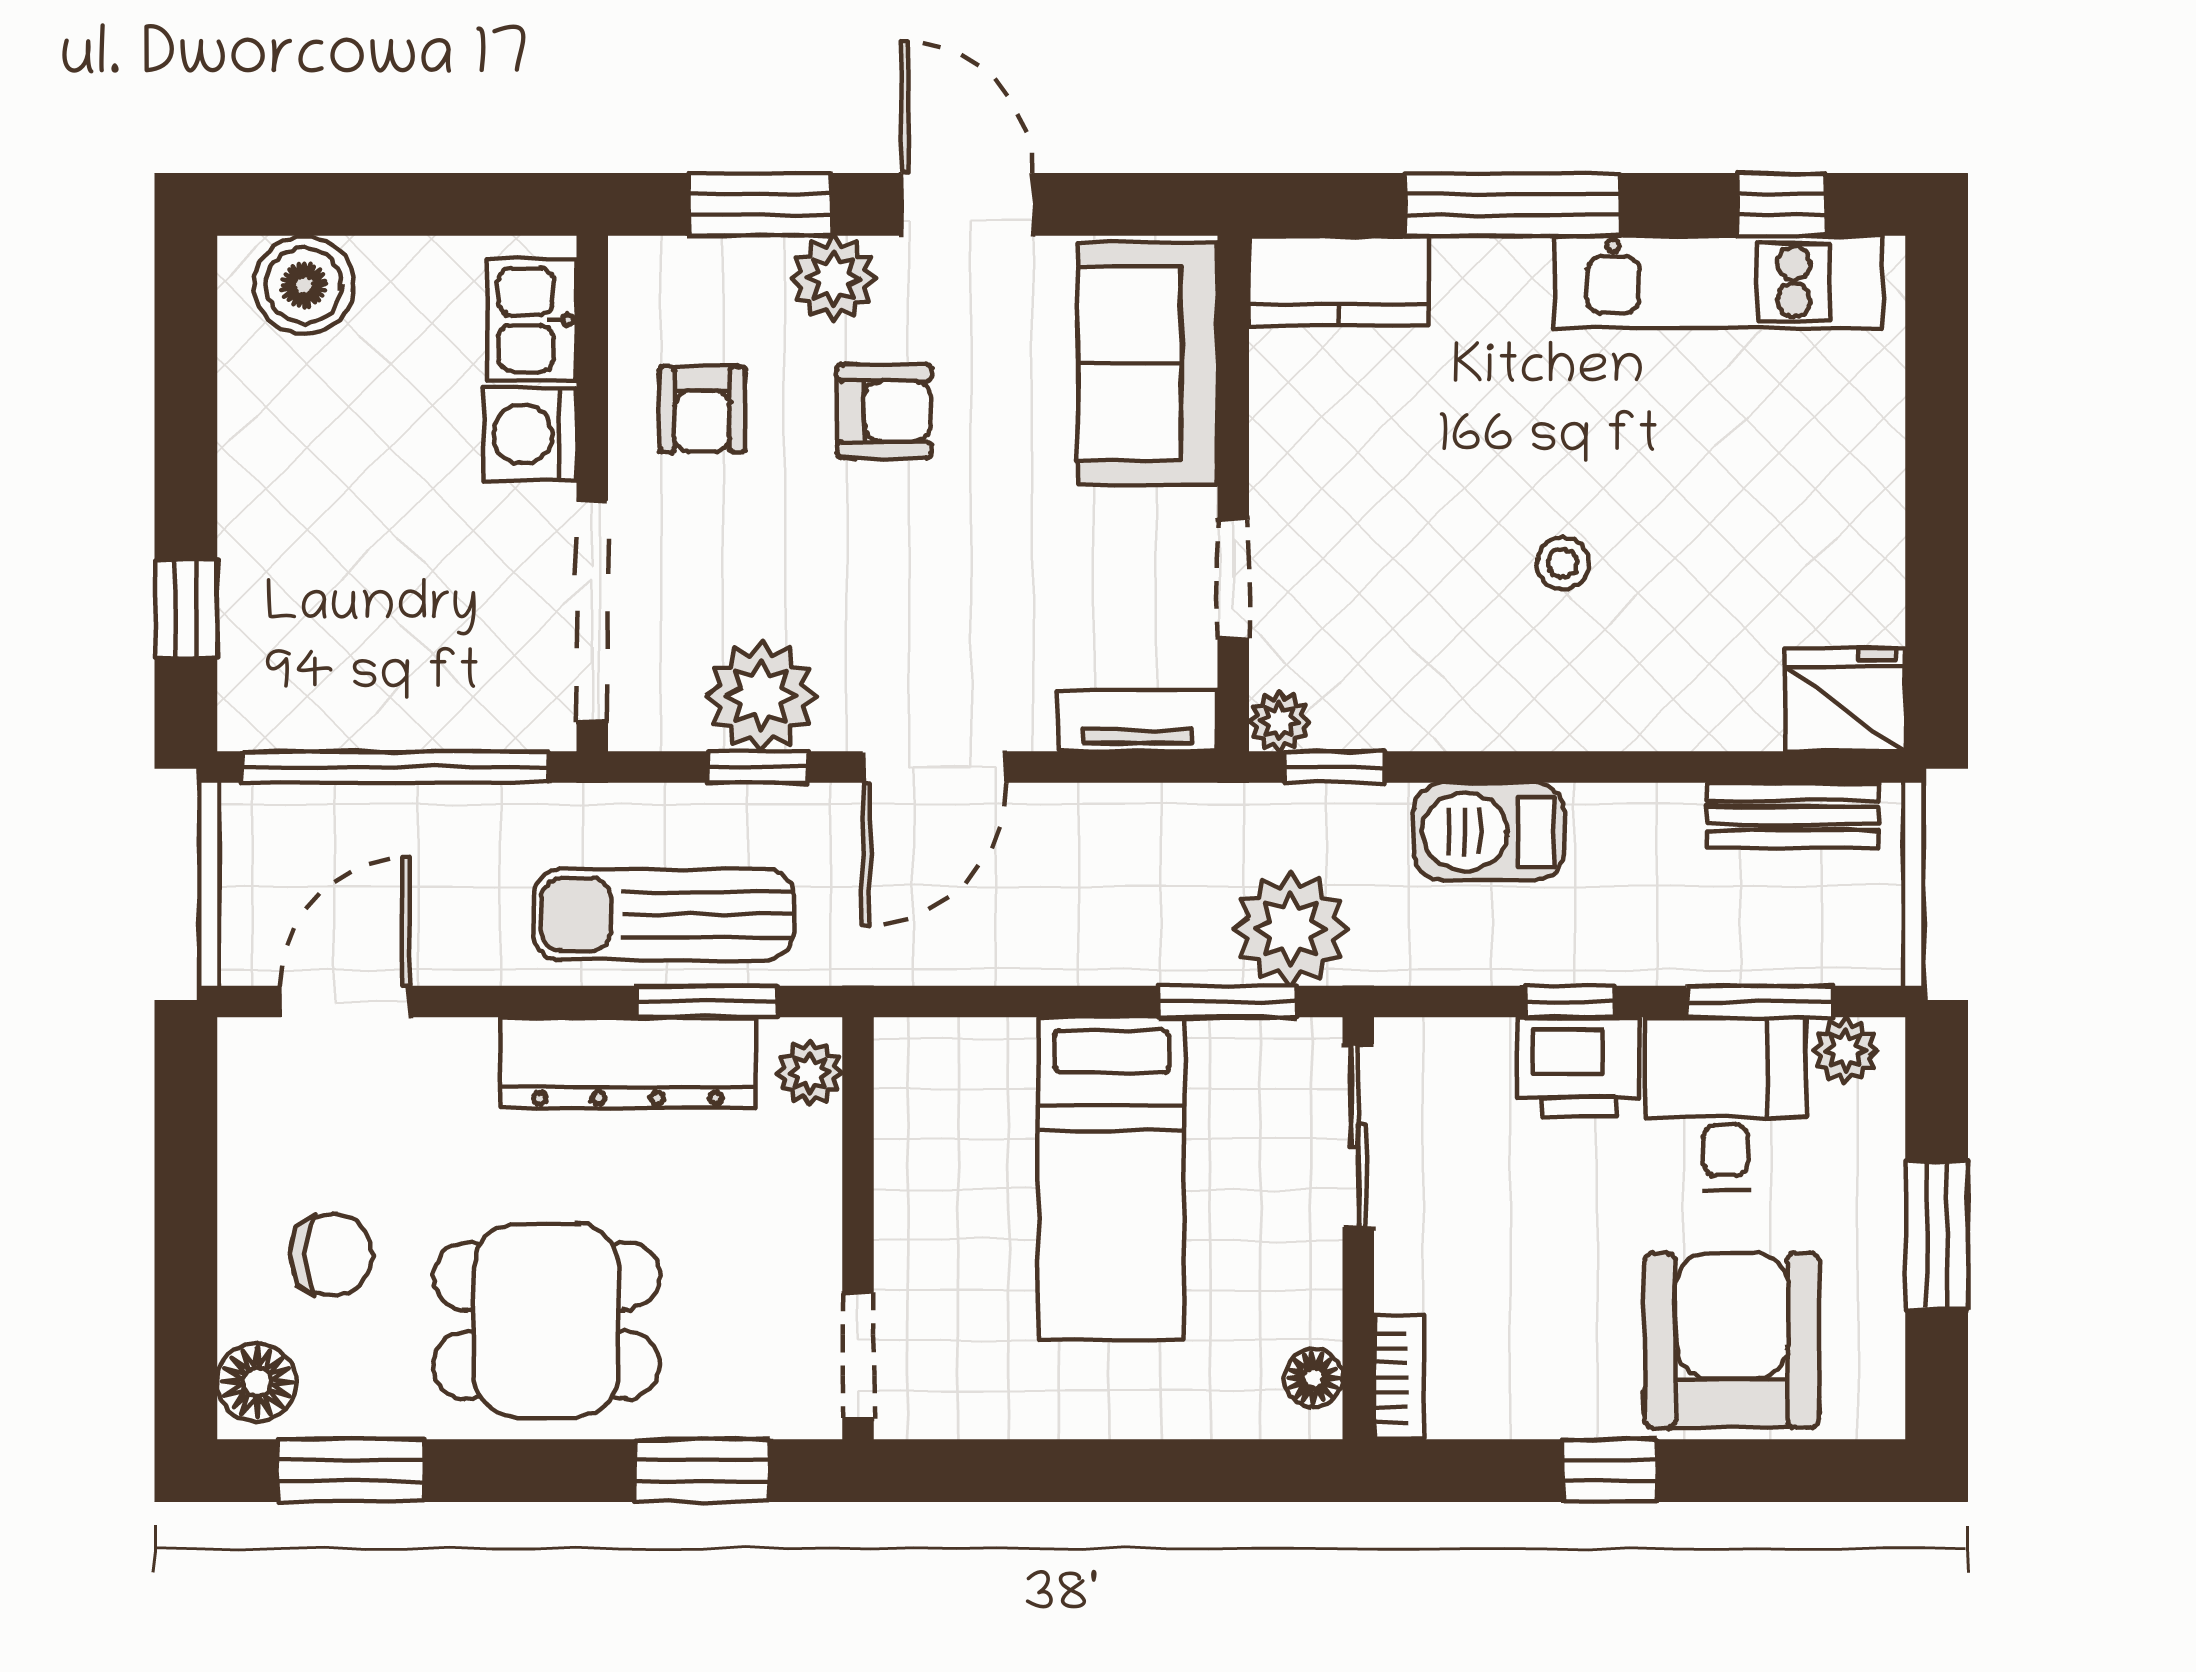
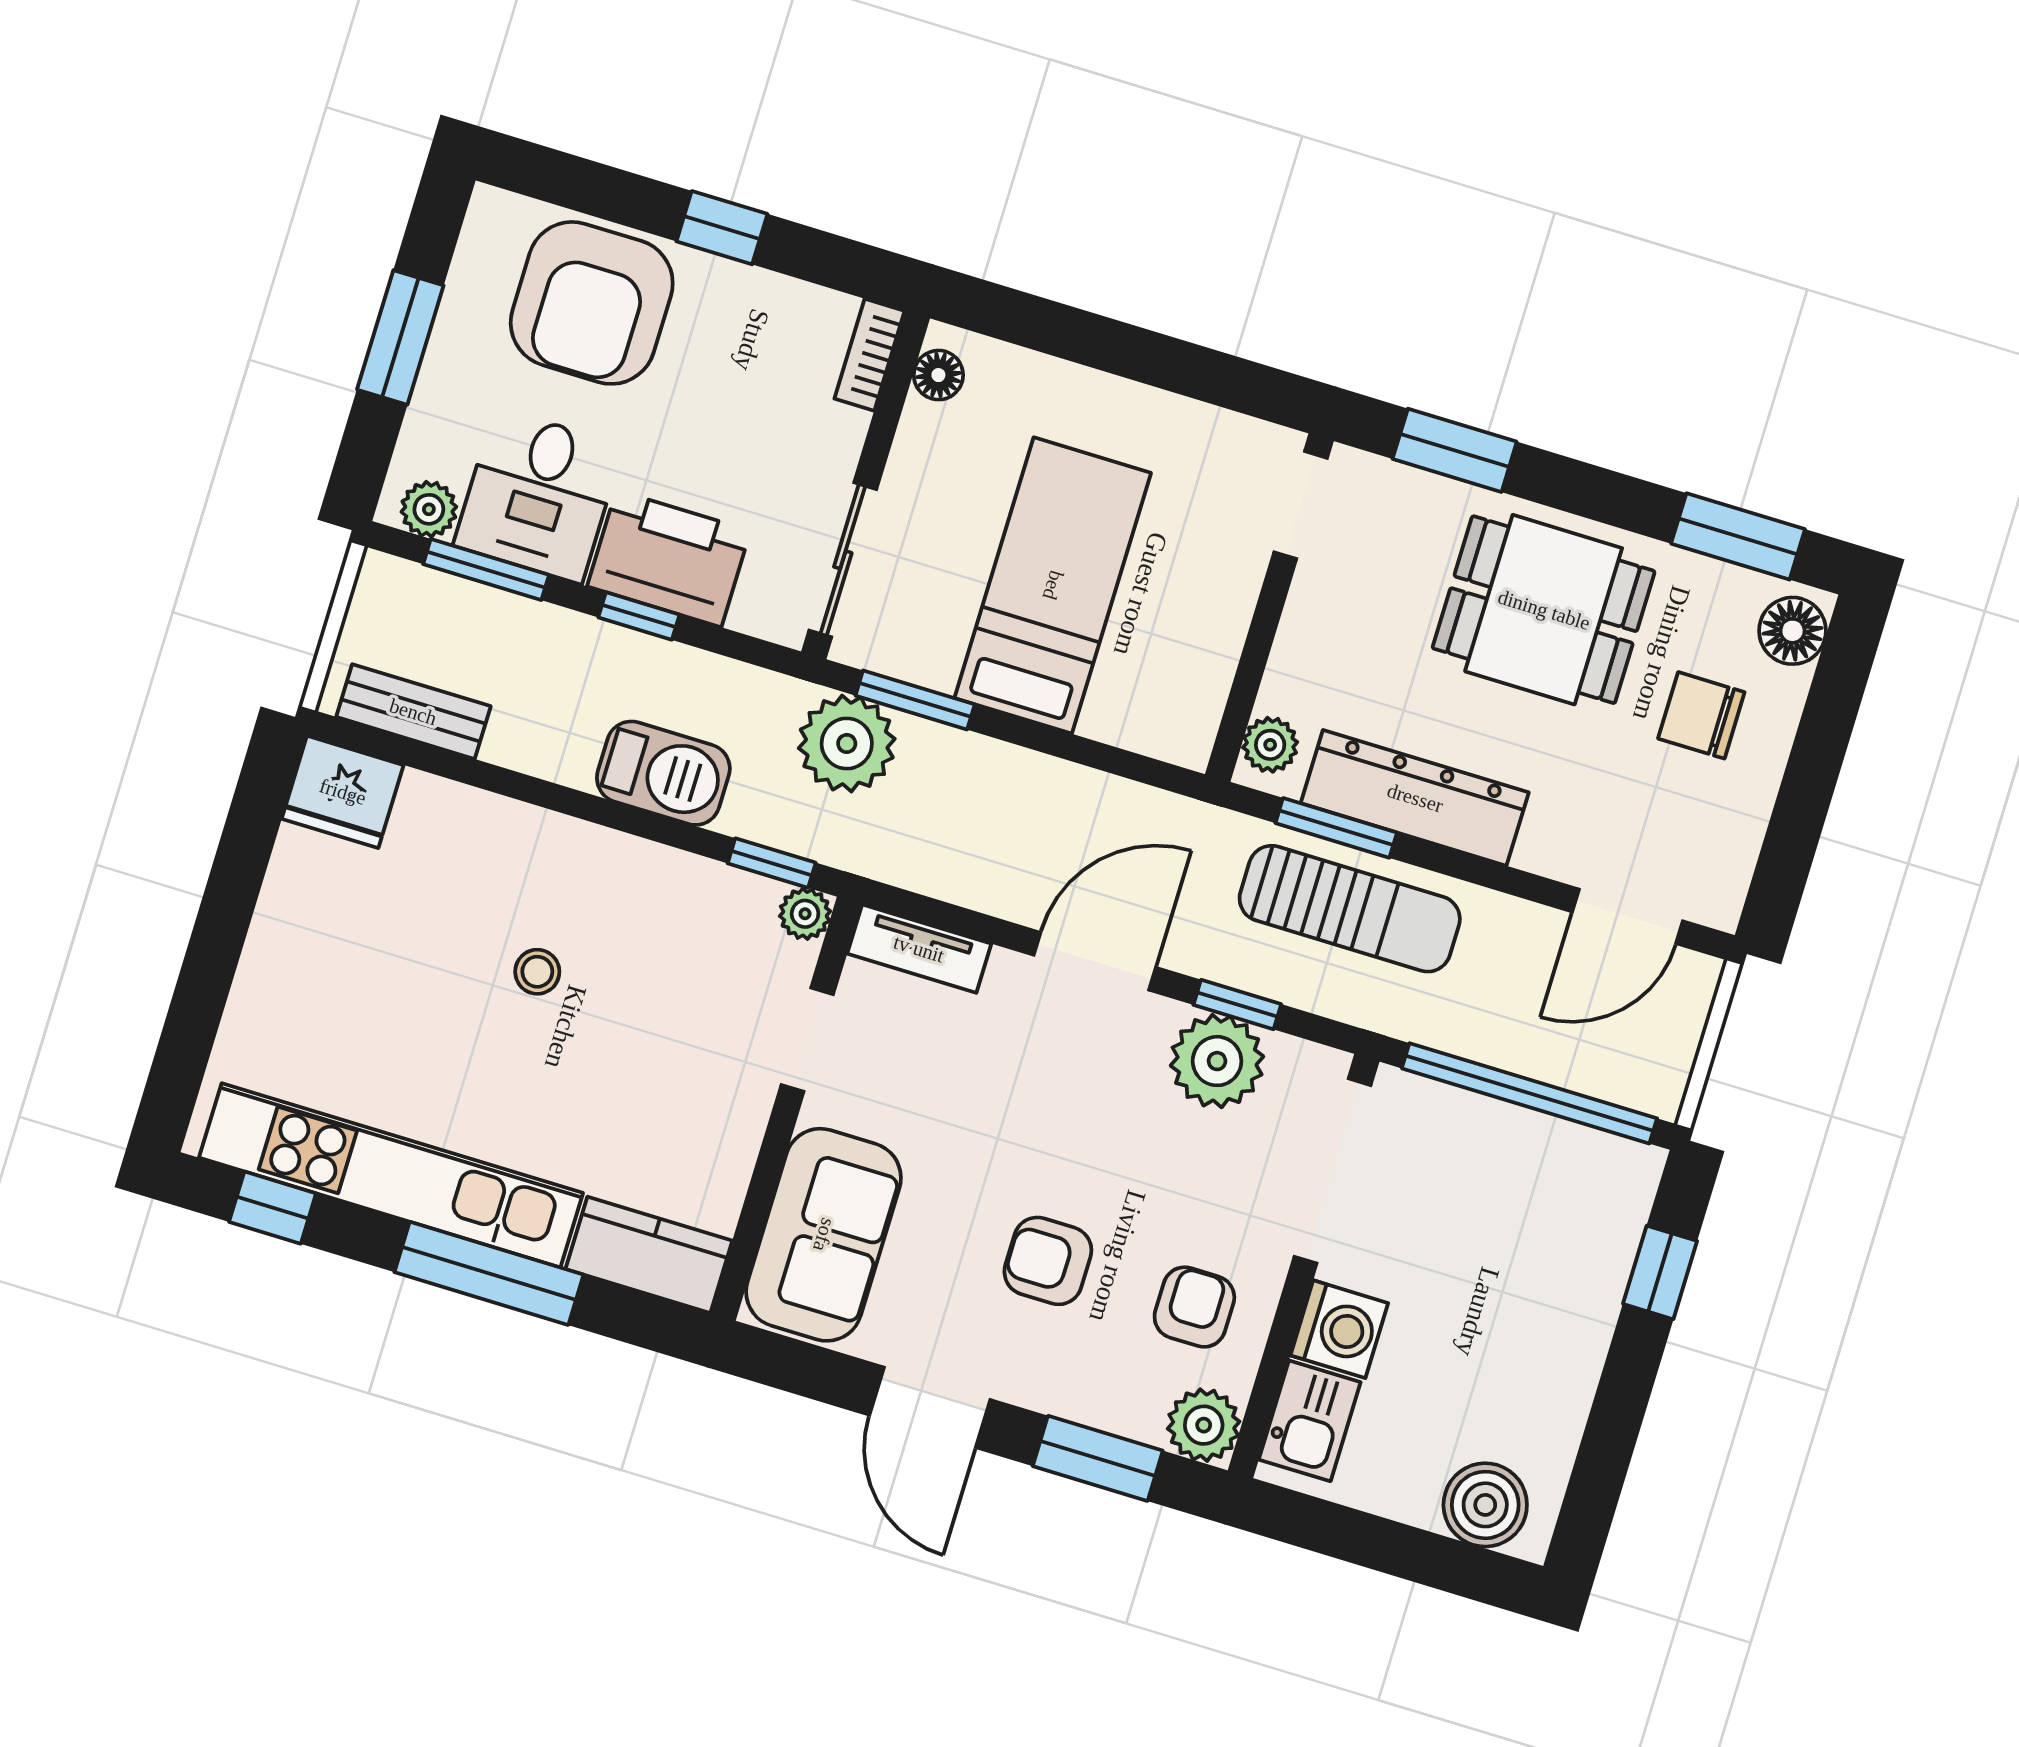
plant: (833, 279) -> (1204, 1425), moved
kitchen unit: (1718, 282) -> (391, 1175), width x1.36
printer: (1579, 1067) -> (669, 559), width x1.37, depth x1.19

